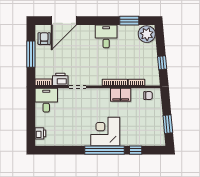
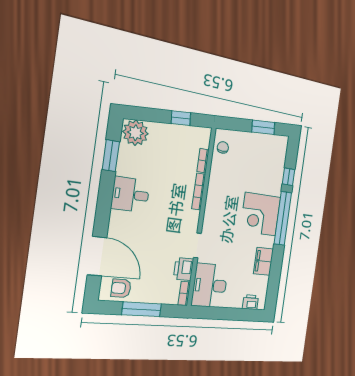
filing cabinet: (121, 95) -> (263, 261), moved, turned 180
desk: (46, 100) -> (210, 285), width x1.37

